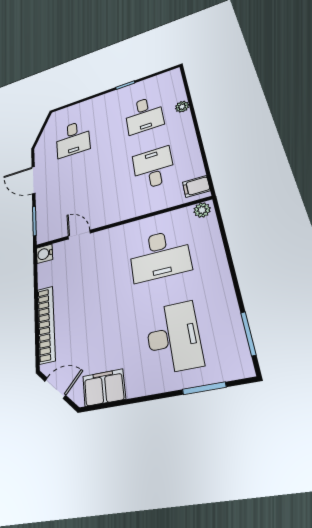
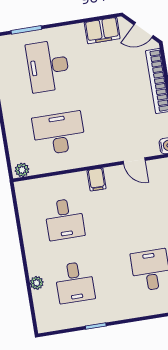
desk: (144, 115) -> (75, 282), turned 180
filing cabinet: (196, 186) -> (97, 179), moved, turned 90

